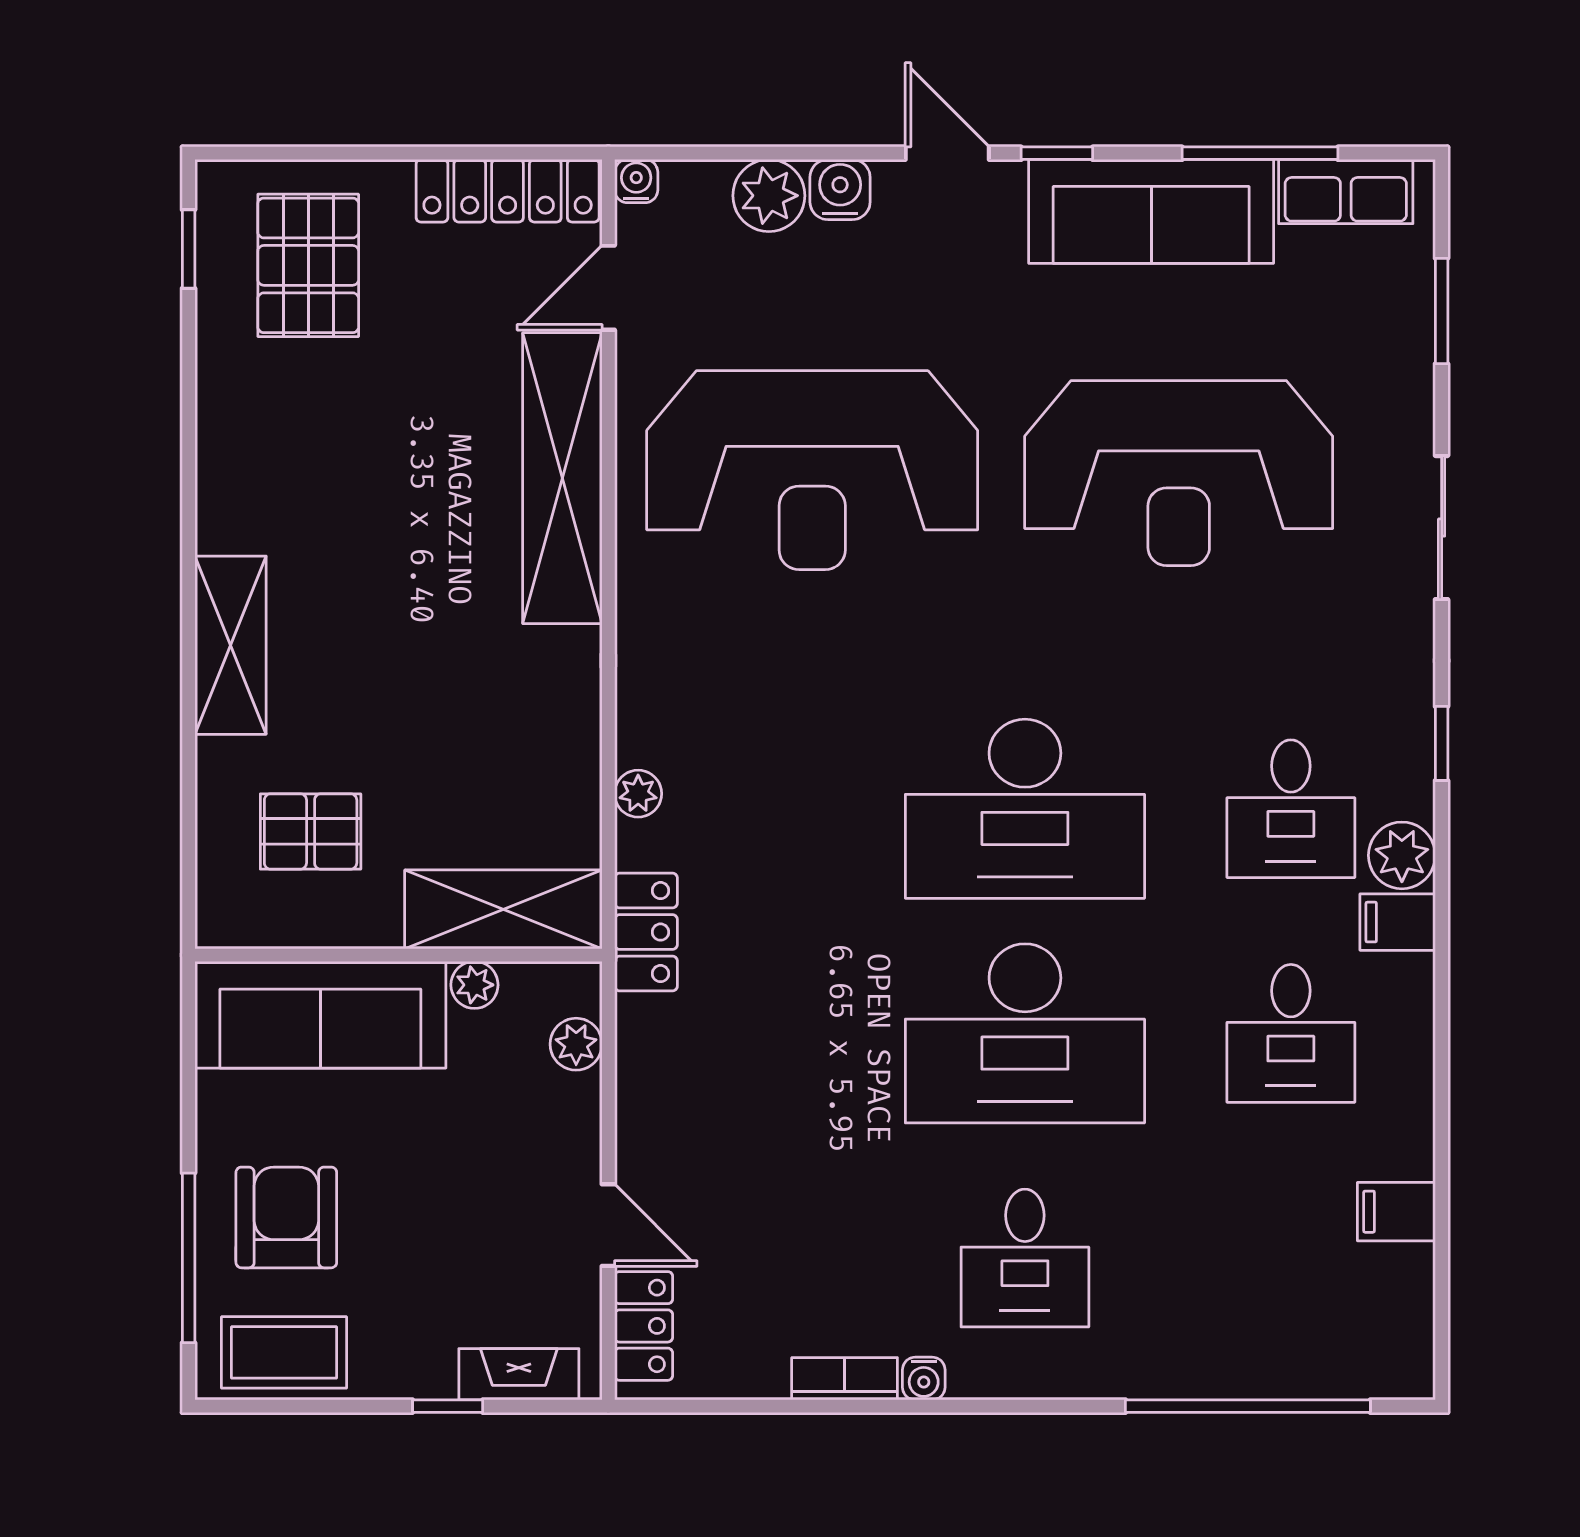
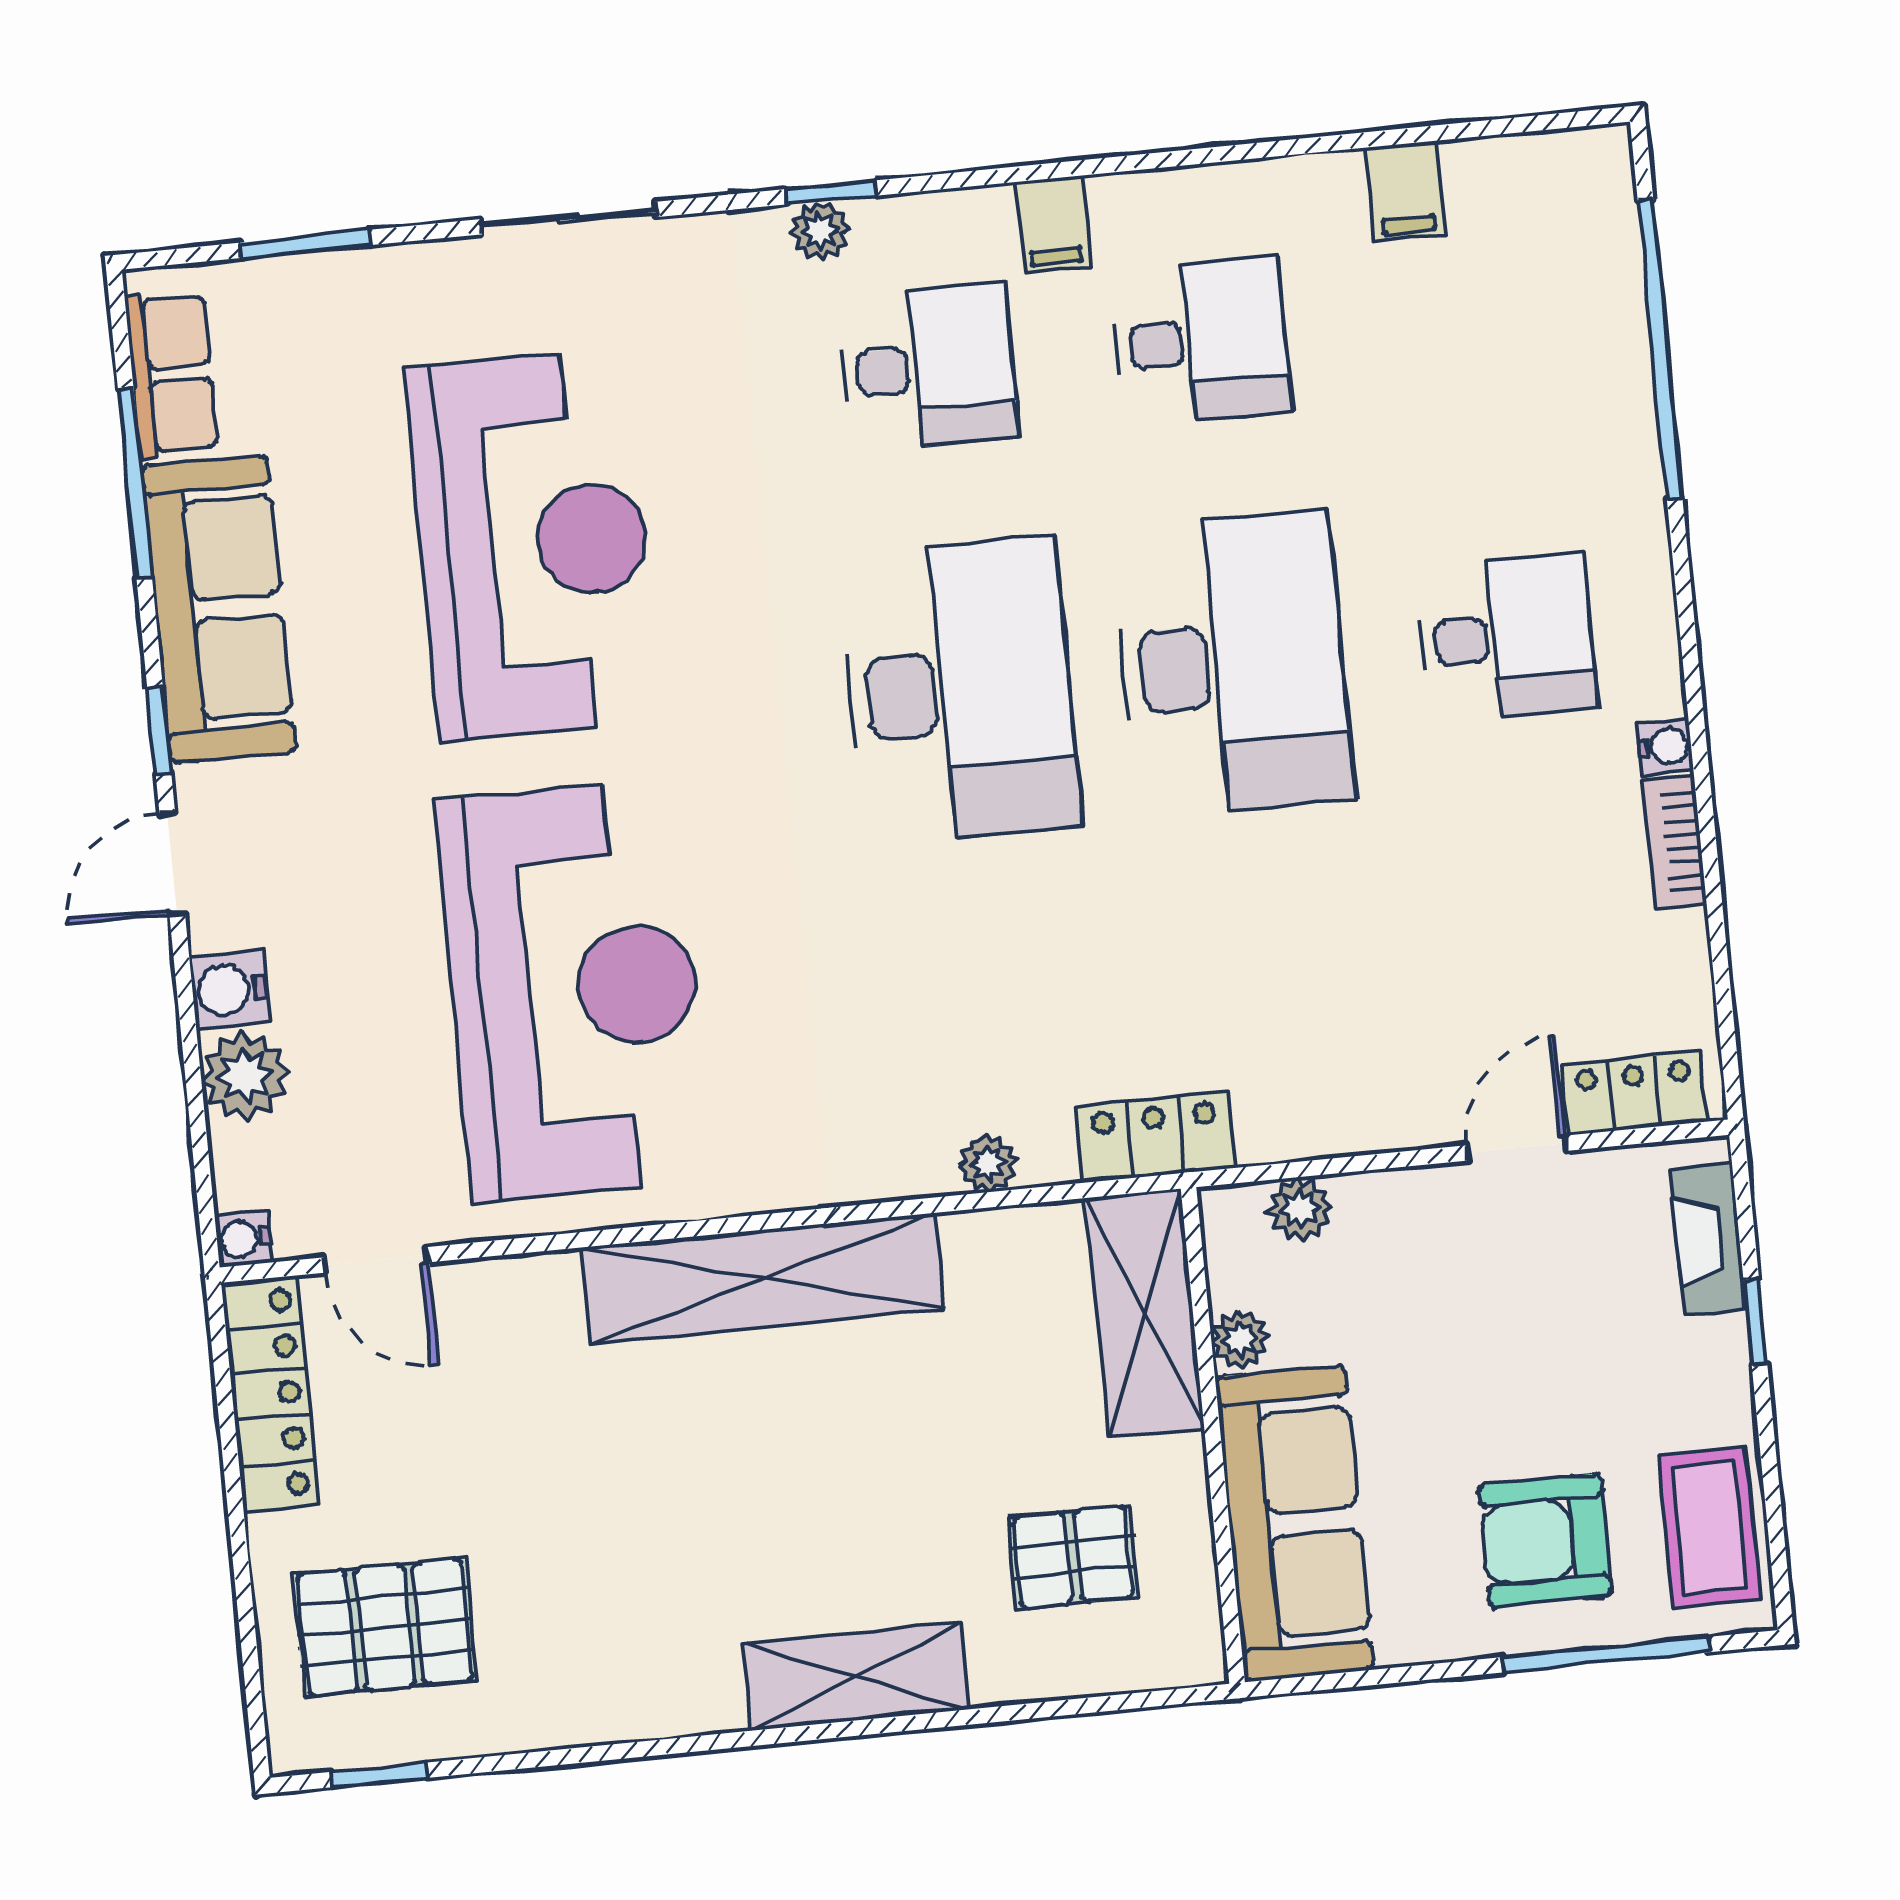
shelving: (562, 478) -> (762, 1278), moved
pallet: (311, 831) -> (1073, 1557), turned 90
plant: (1402, 855) -> (820, 231), moved, width x0.73, depth x0.73

